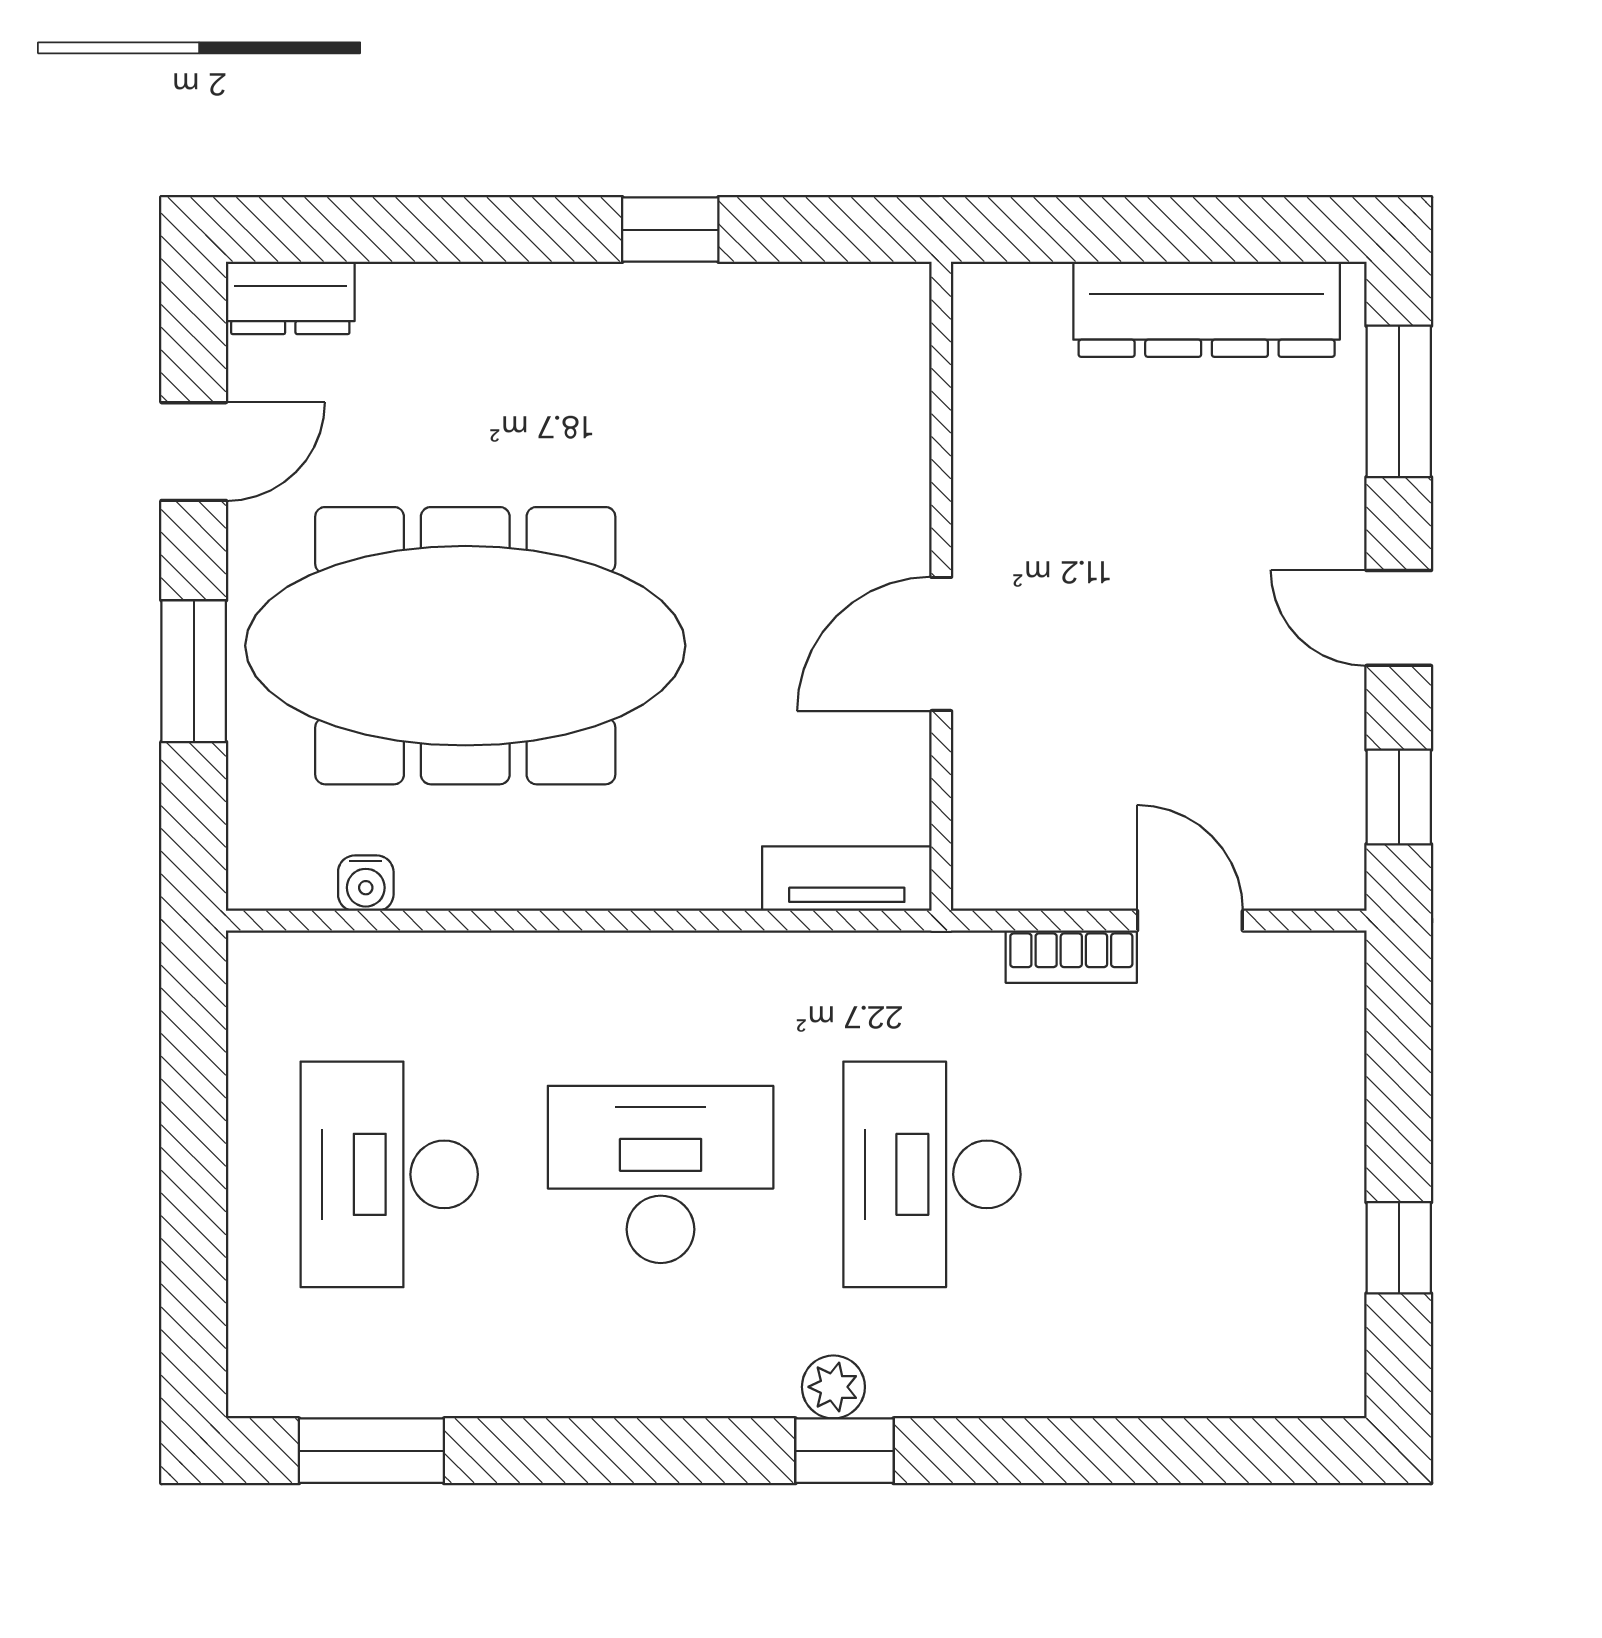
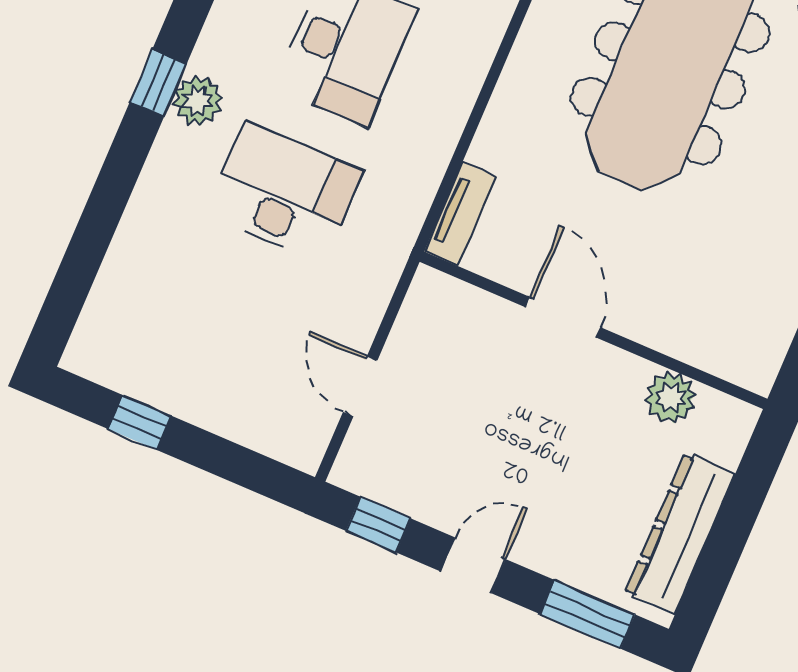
plant: (996, 417) -> (671, 398), added
door: (1190, 921) -> (360, 386), swing flipped
bookcase: (1071, 957) -> (368, 315), removed
plant: (833, 1387) -> (198, 101), width x1.38, depth x1.38

